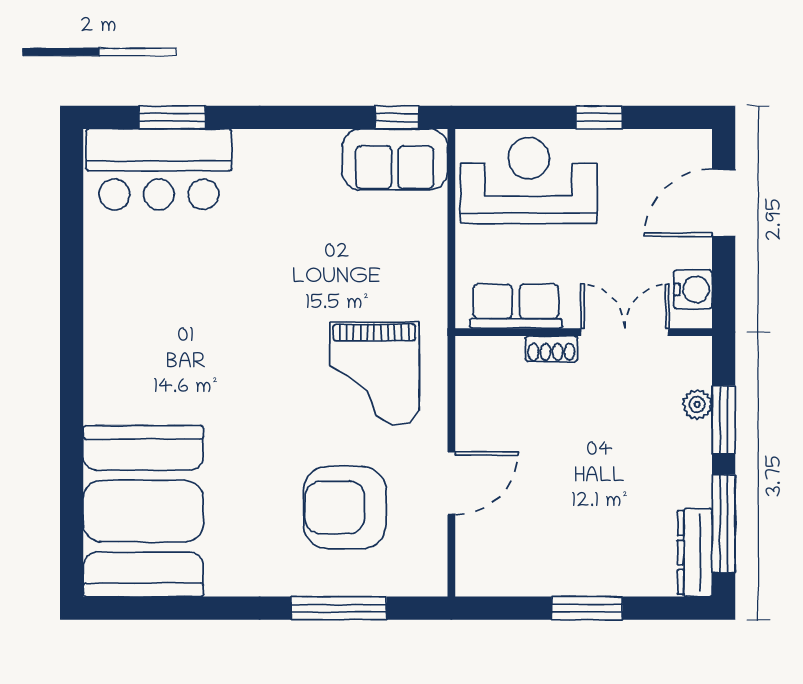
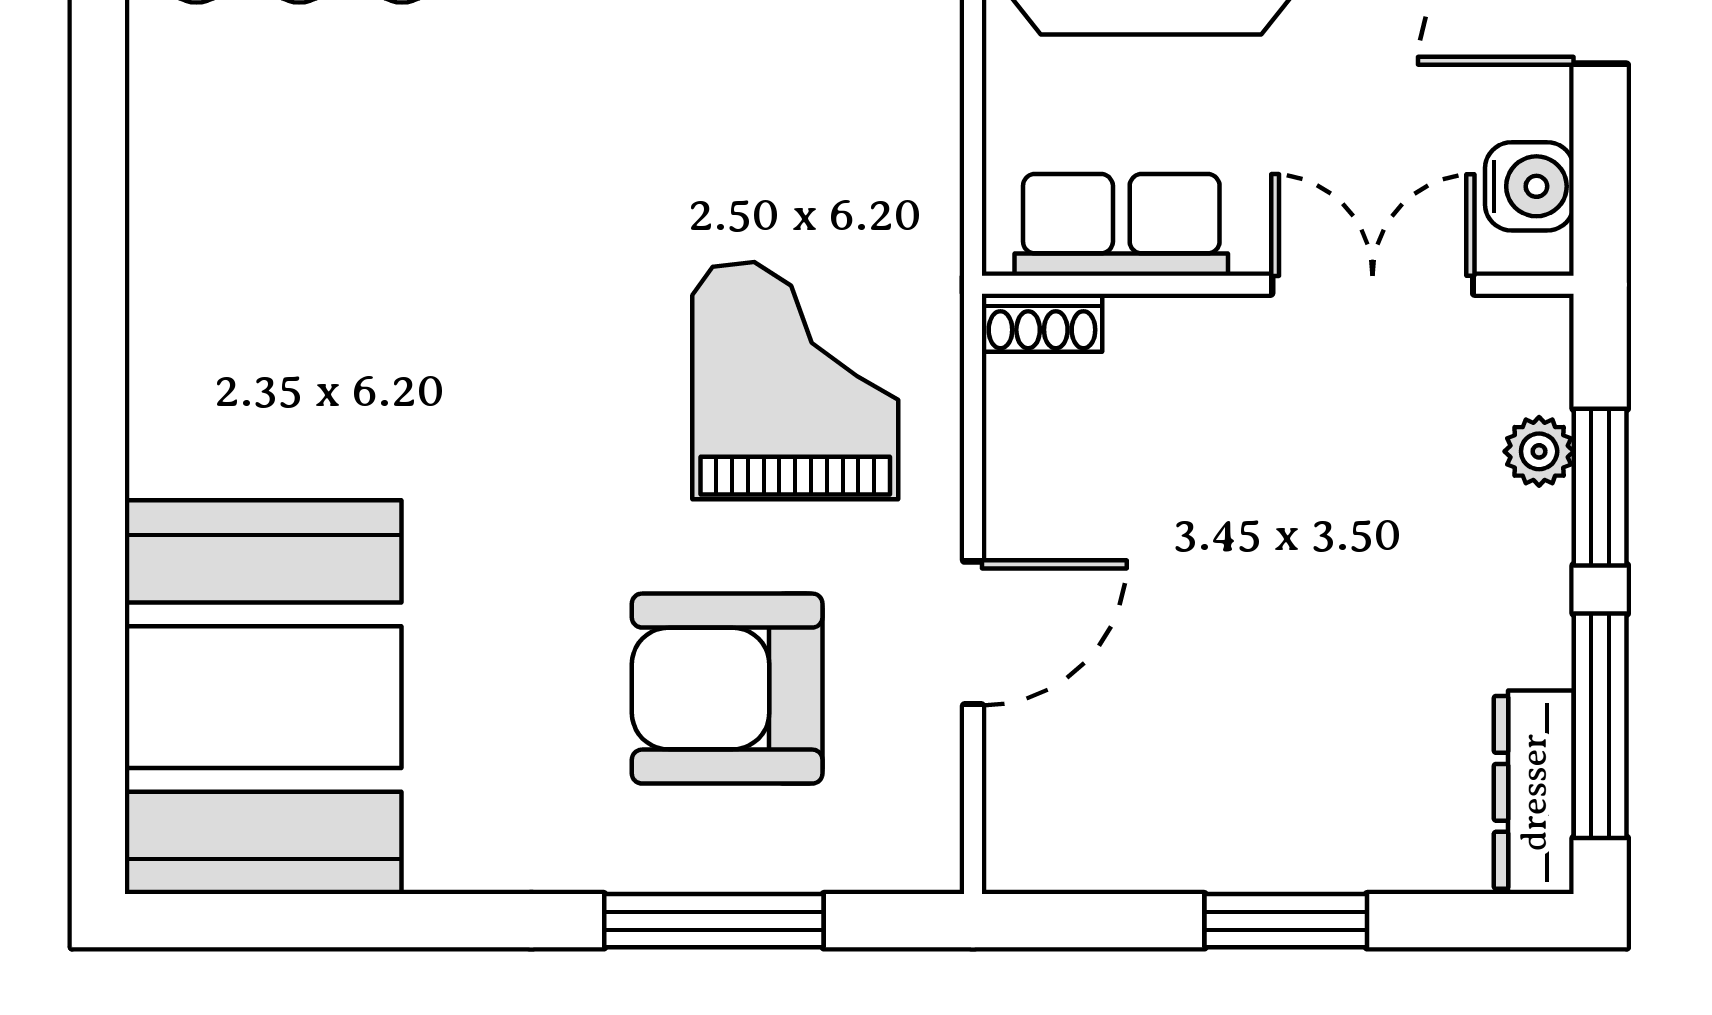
shoe rack: (551, 349) -> (1042, 323), moved
grand piano: (374, 374) -> (795, 381), turned 180

